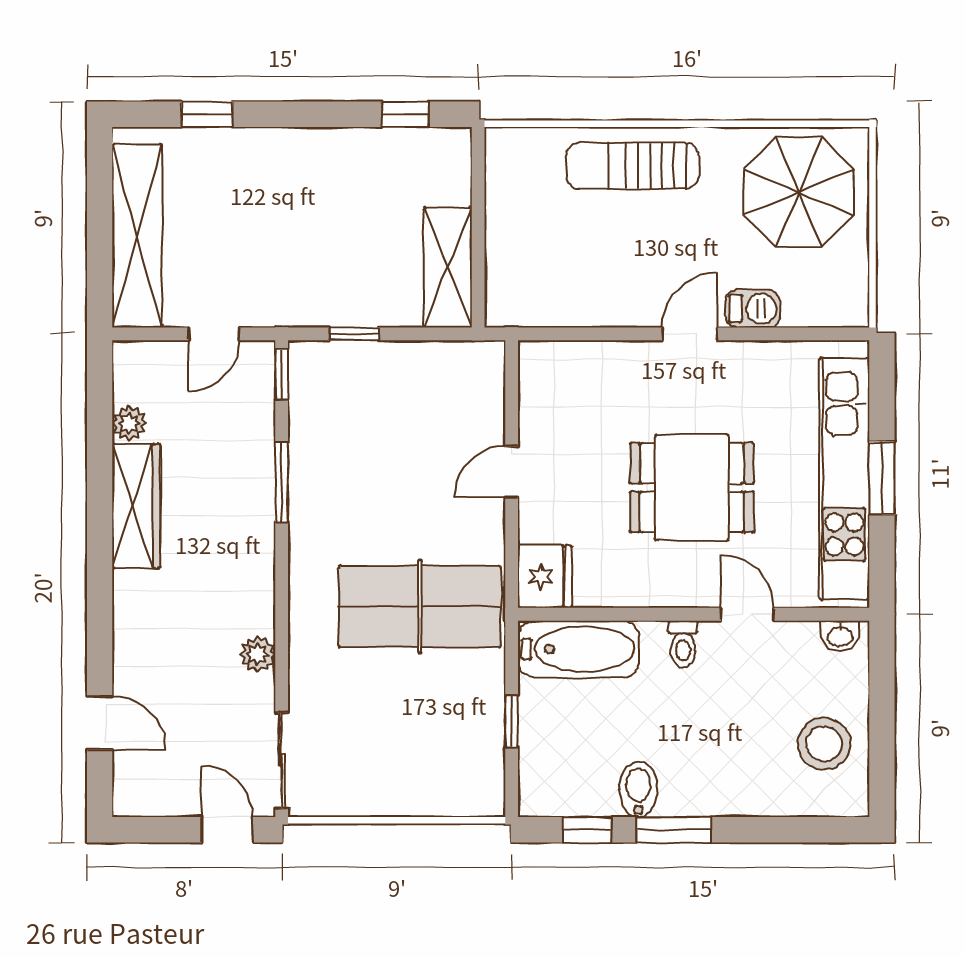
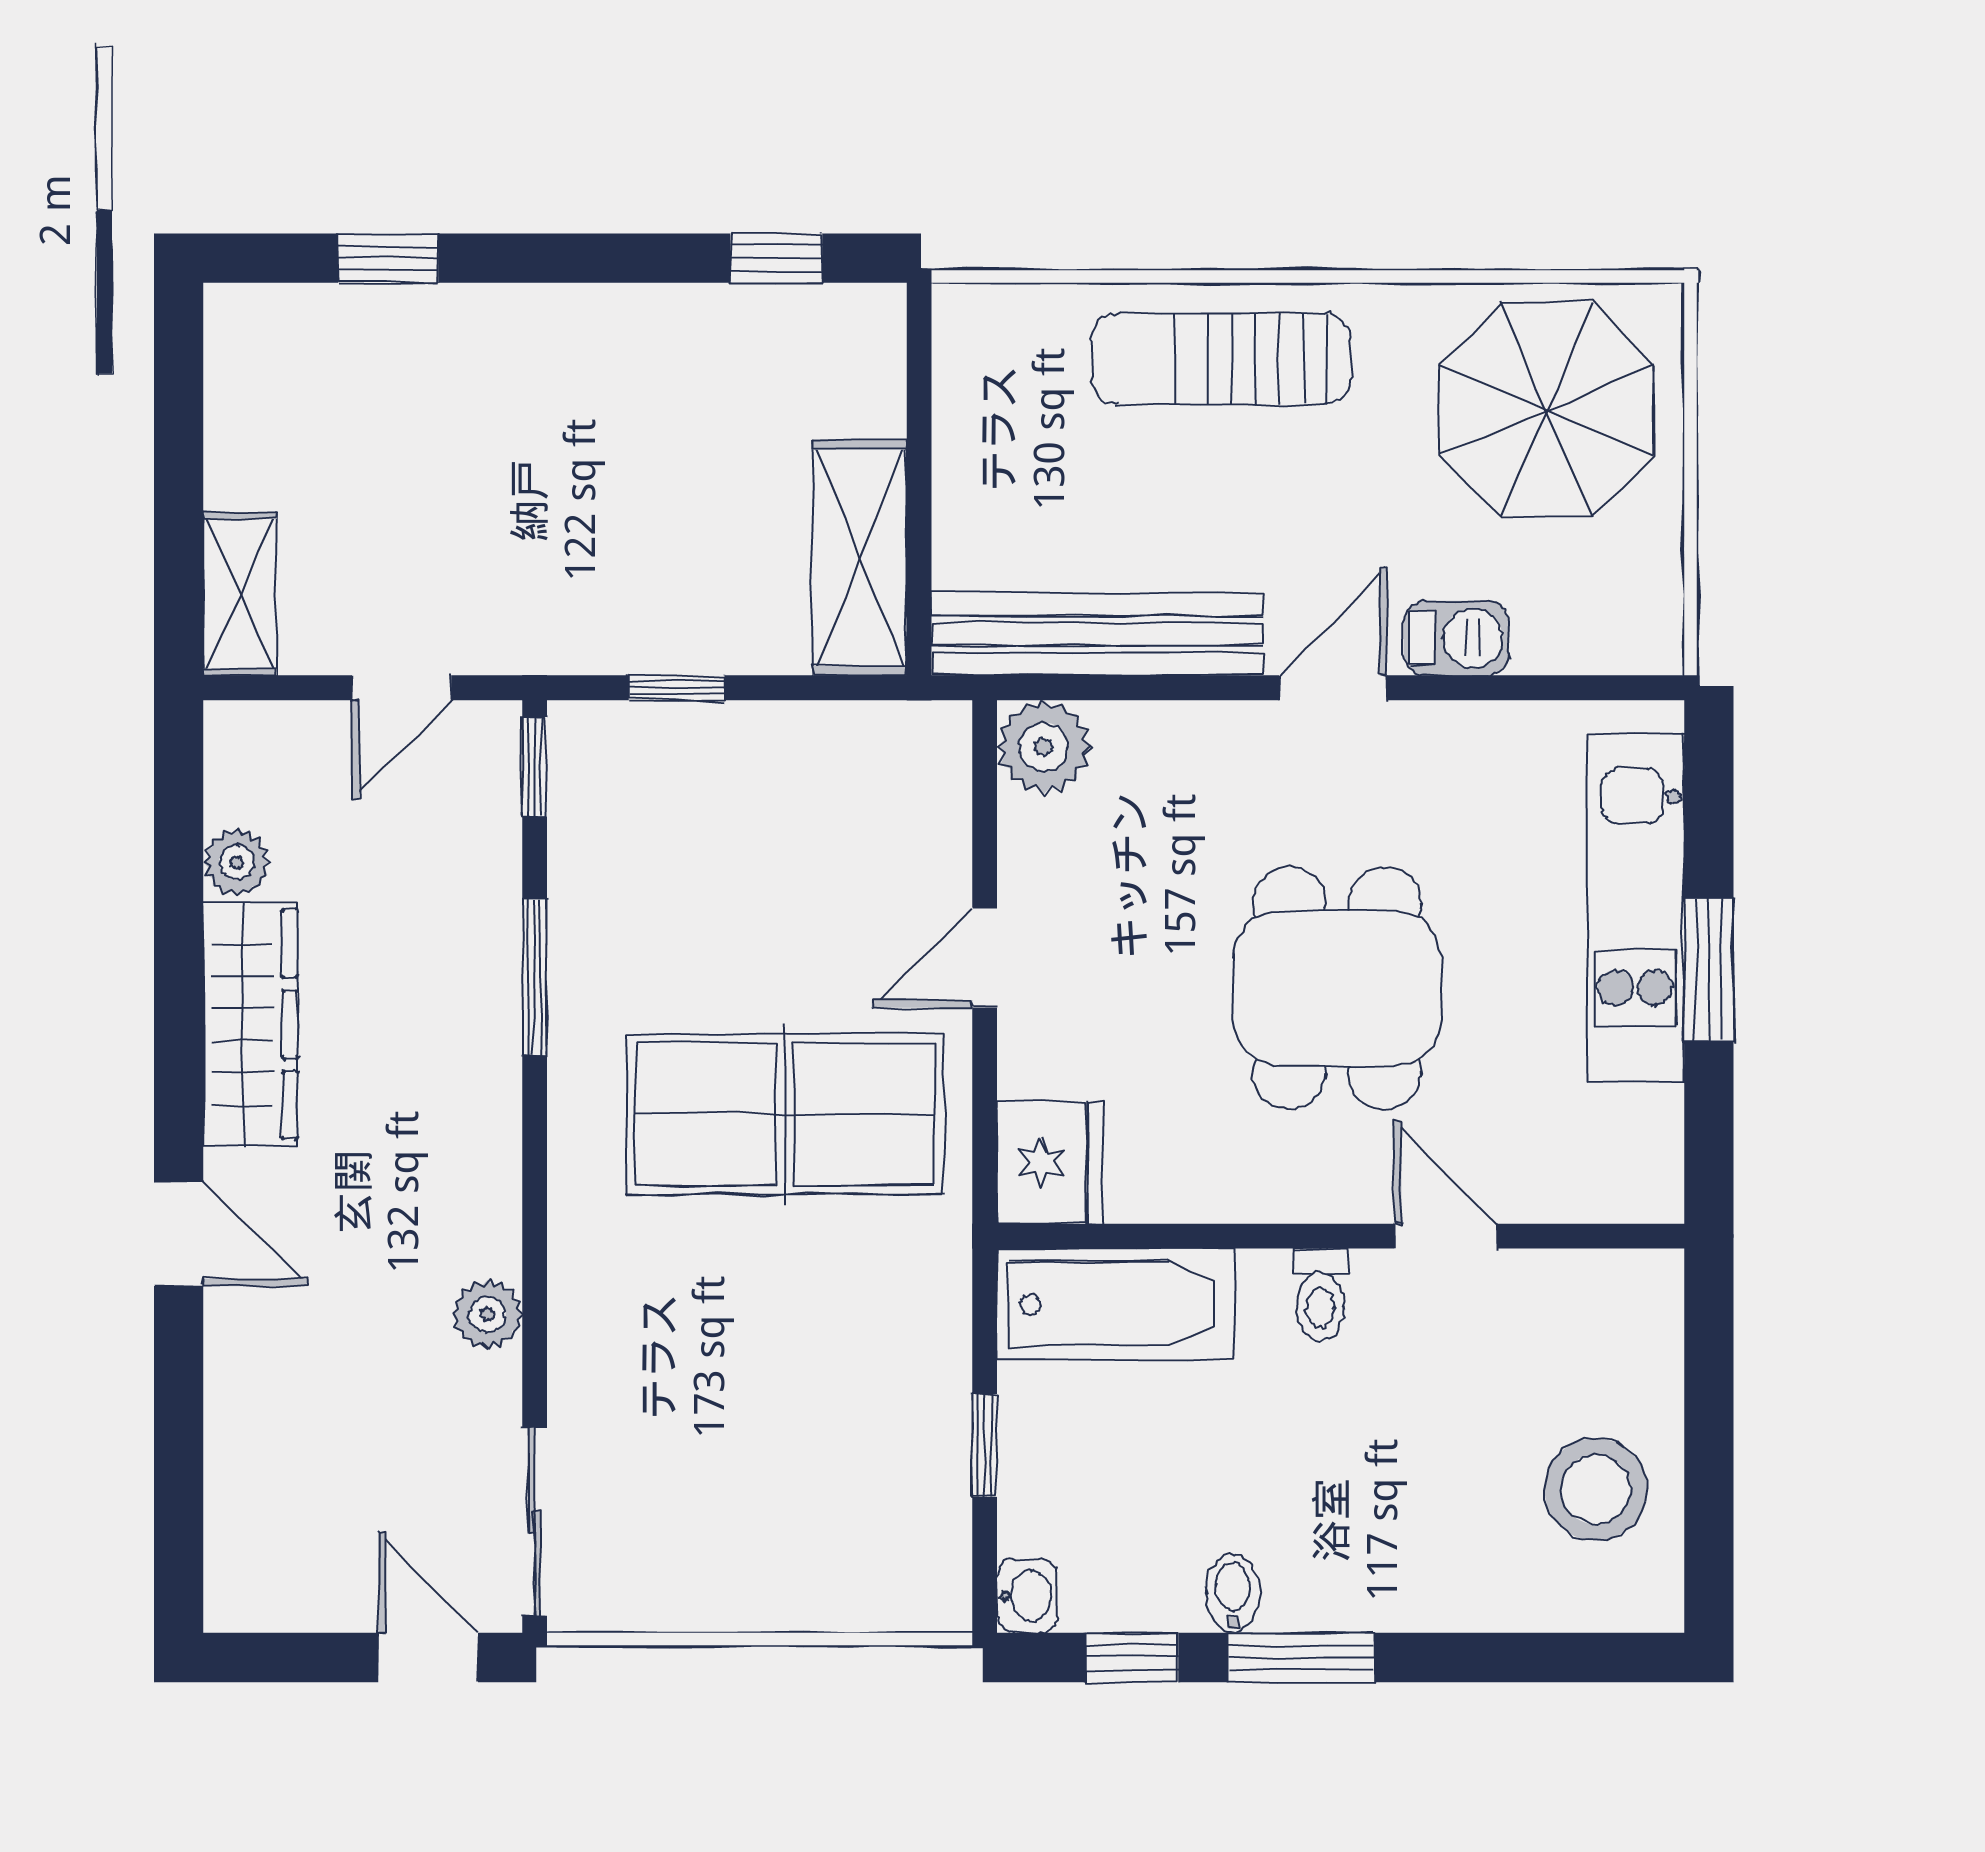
shelving: (137, 236) -> (240, 594), width x0.45, depth x0.75
bench: (569, 307) -> (1097, 634), added
plant: (542, 364) -> (1044, 747), added
kitchen unit: (844, 479) -> (1635, 908), width x0.73
dining table: (692, 488) -> (1337, 988), turned 90
table tennis table: (420, 606) -> (785, 1114), moved
washbasin: (840, 636) -> (1027, 1596), moved, turned -90
door: (100, 723) -> (179, 1234), moved
bidet: (638, 789) -> (1233, 1593), width x0.72, depth x0.74

